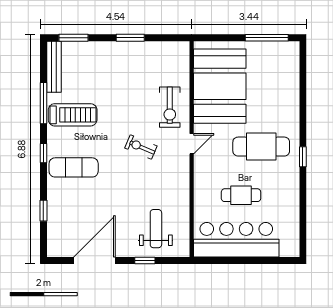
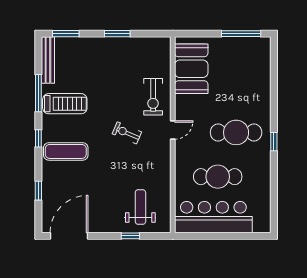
booth: (220, 86) -> (191, 69), width x0.73, depth x0.70
cafe table: (241, 195) -> (218, 177), width x1.37, depth x1.35
door: (94, 260) -> (69, 236), moved

